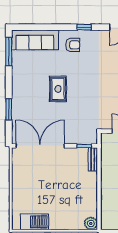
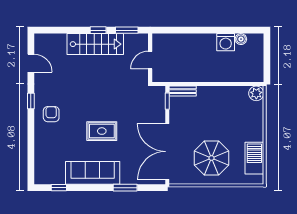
sofa: (35, 40) -> (93, 173), moved, turned -90
window: (9, 52) -> (59, 188), width x0.46
parasol: (35, 184) -> (211, 158), added

